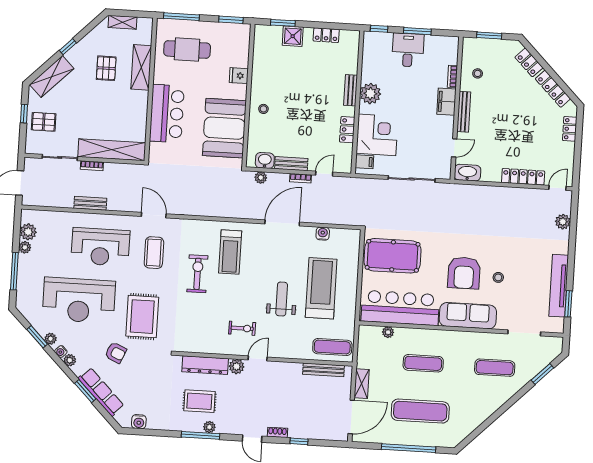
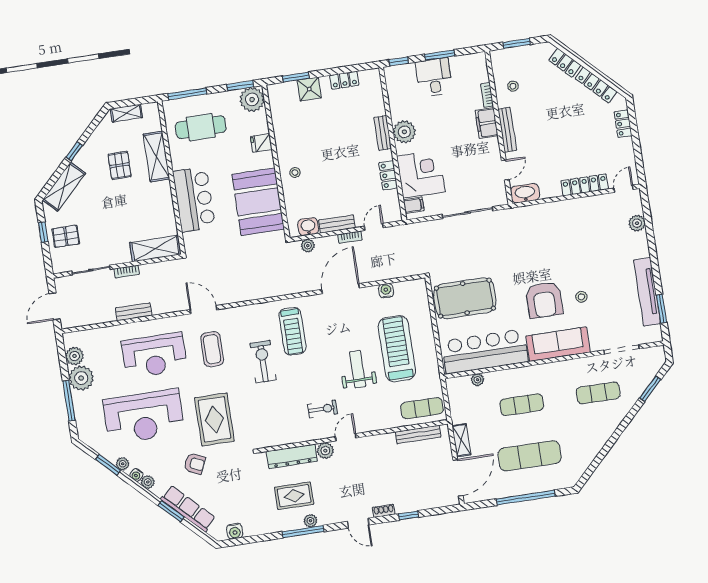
plant: (239, 34) -> (252, 99), added
shelving: (112, 150) -> (155, 249), width x0.68
plant: (25, 247) -> (81, 378), width x1.87, depth x1.87

